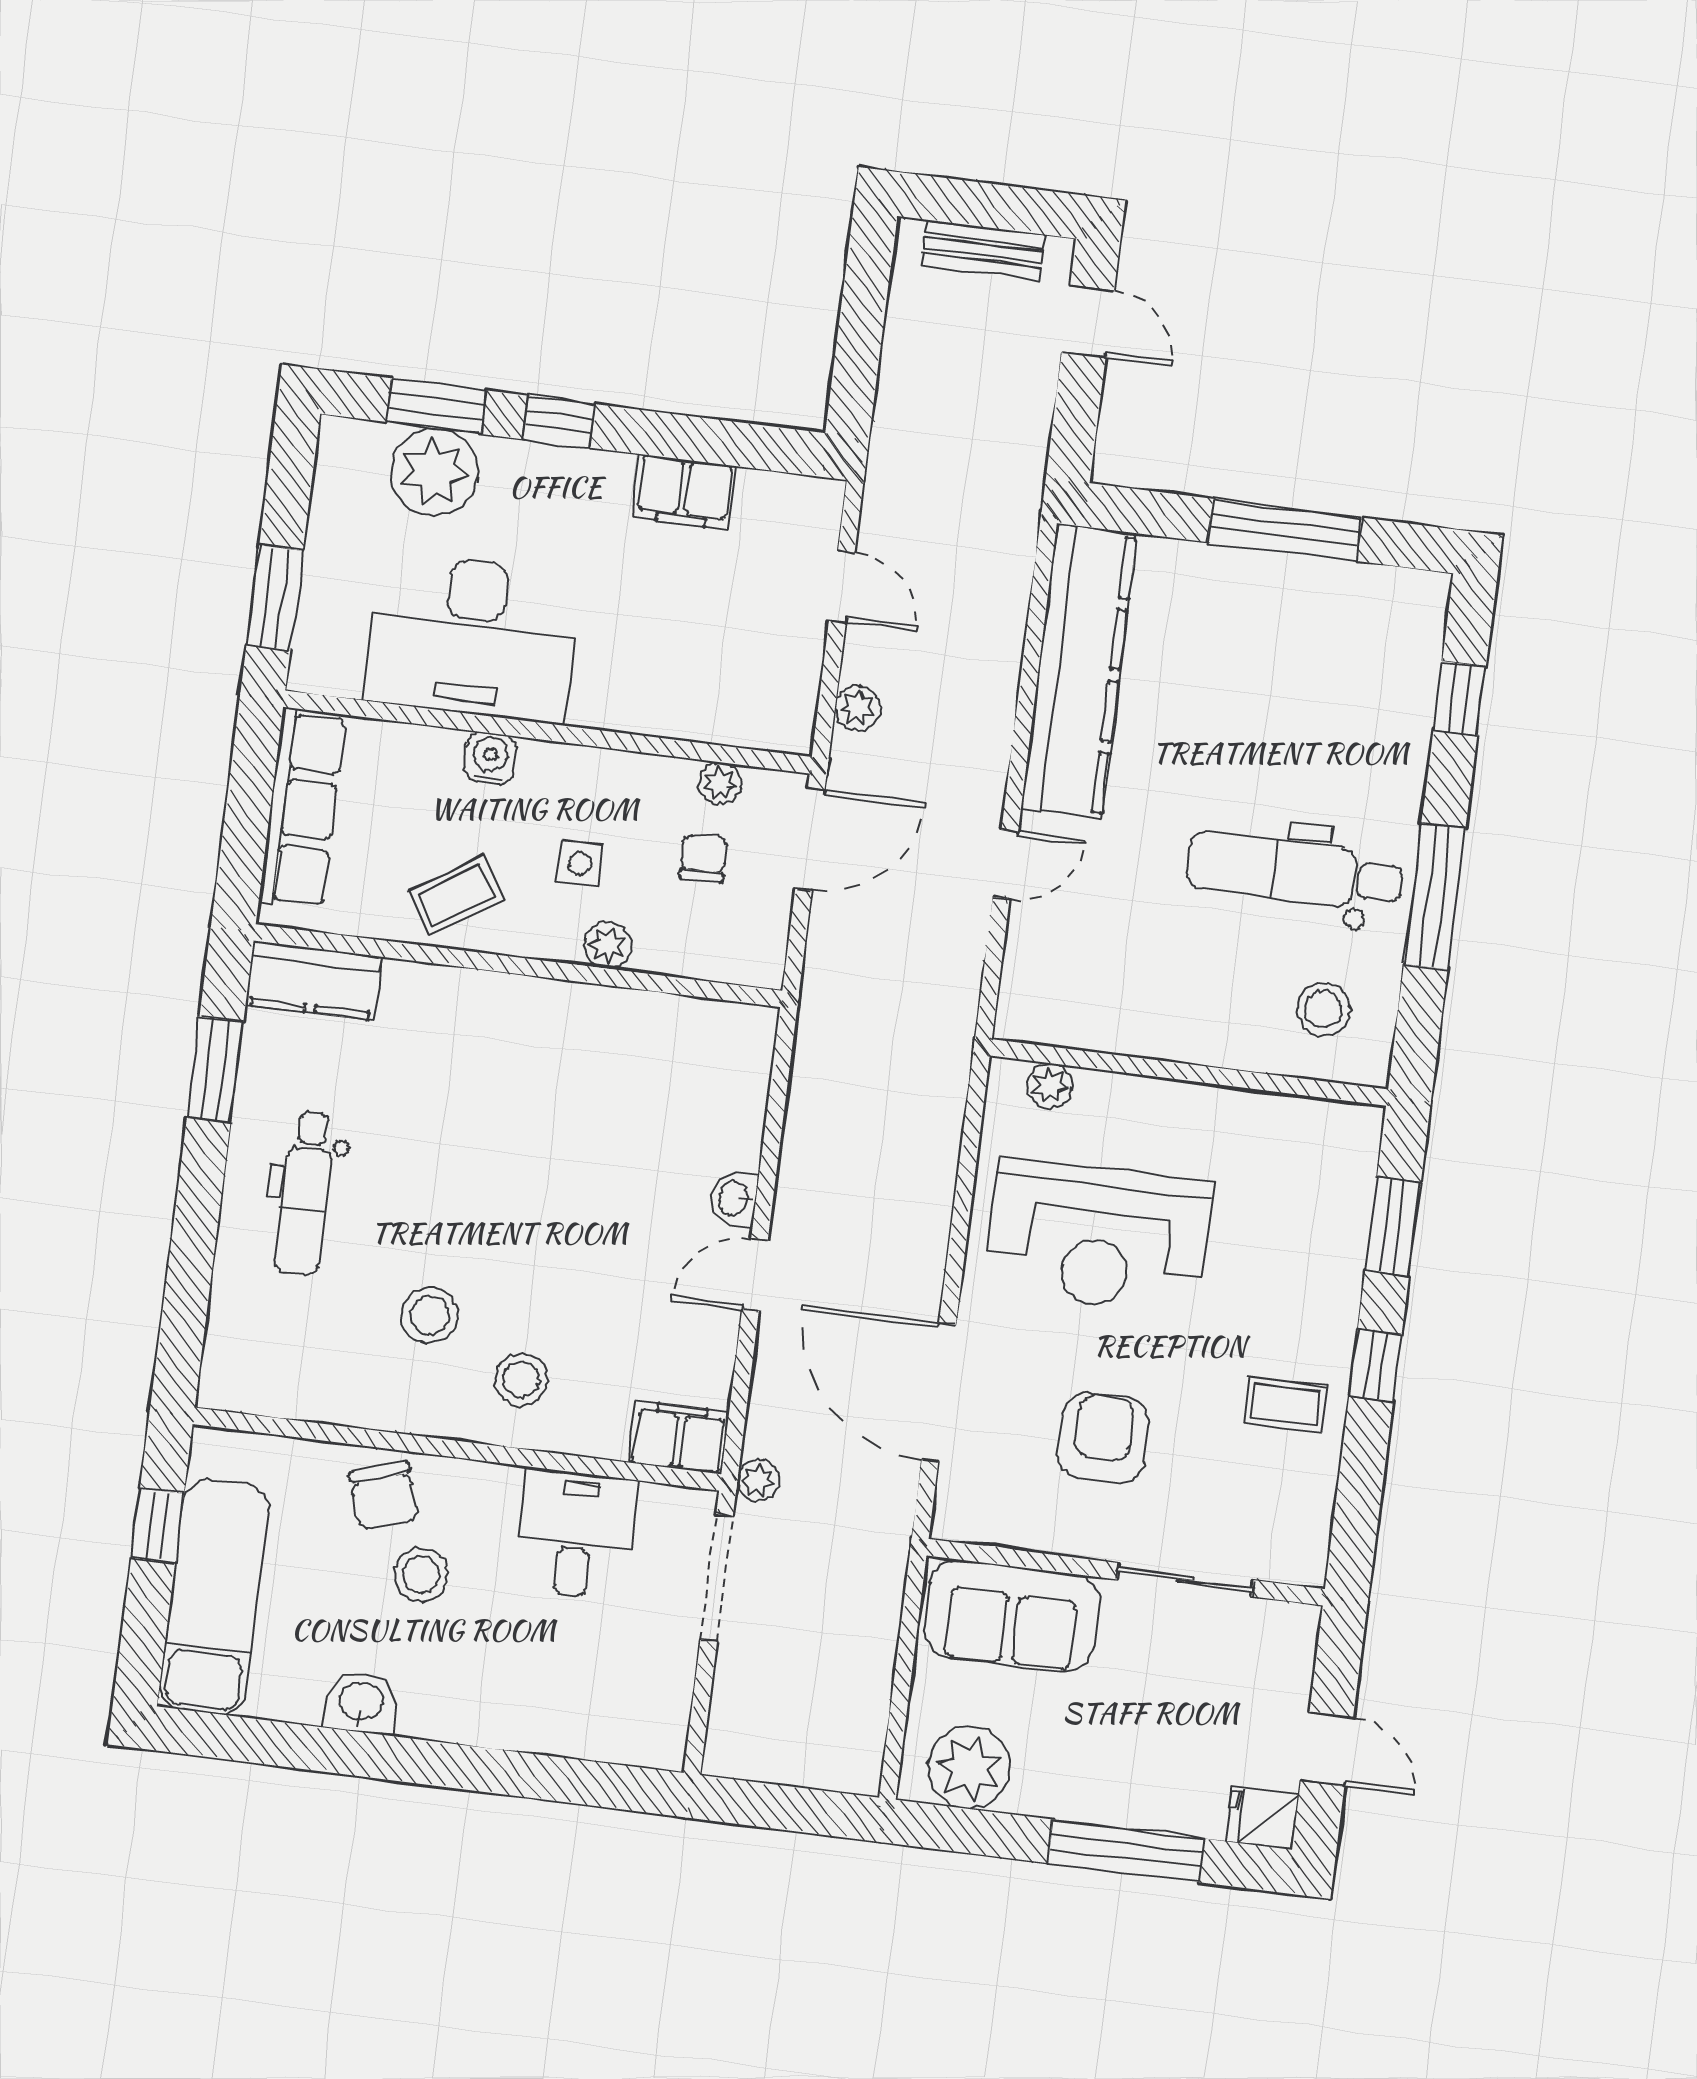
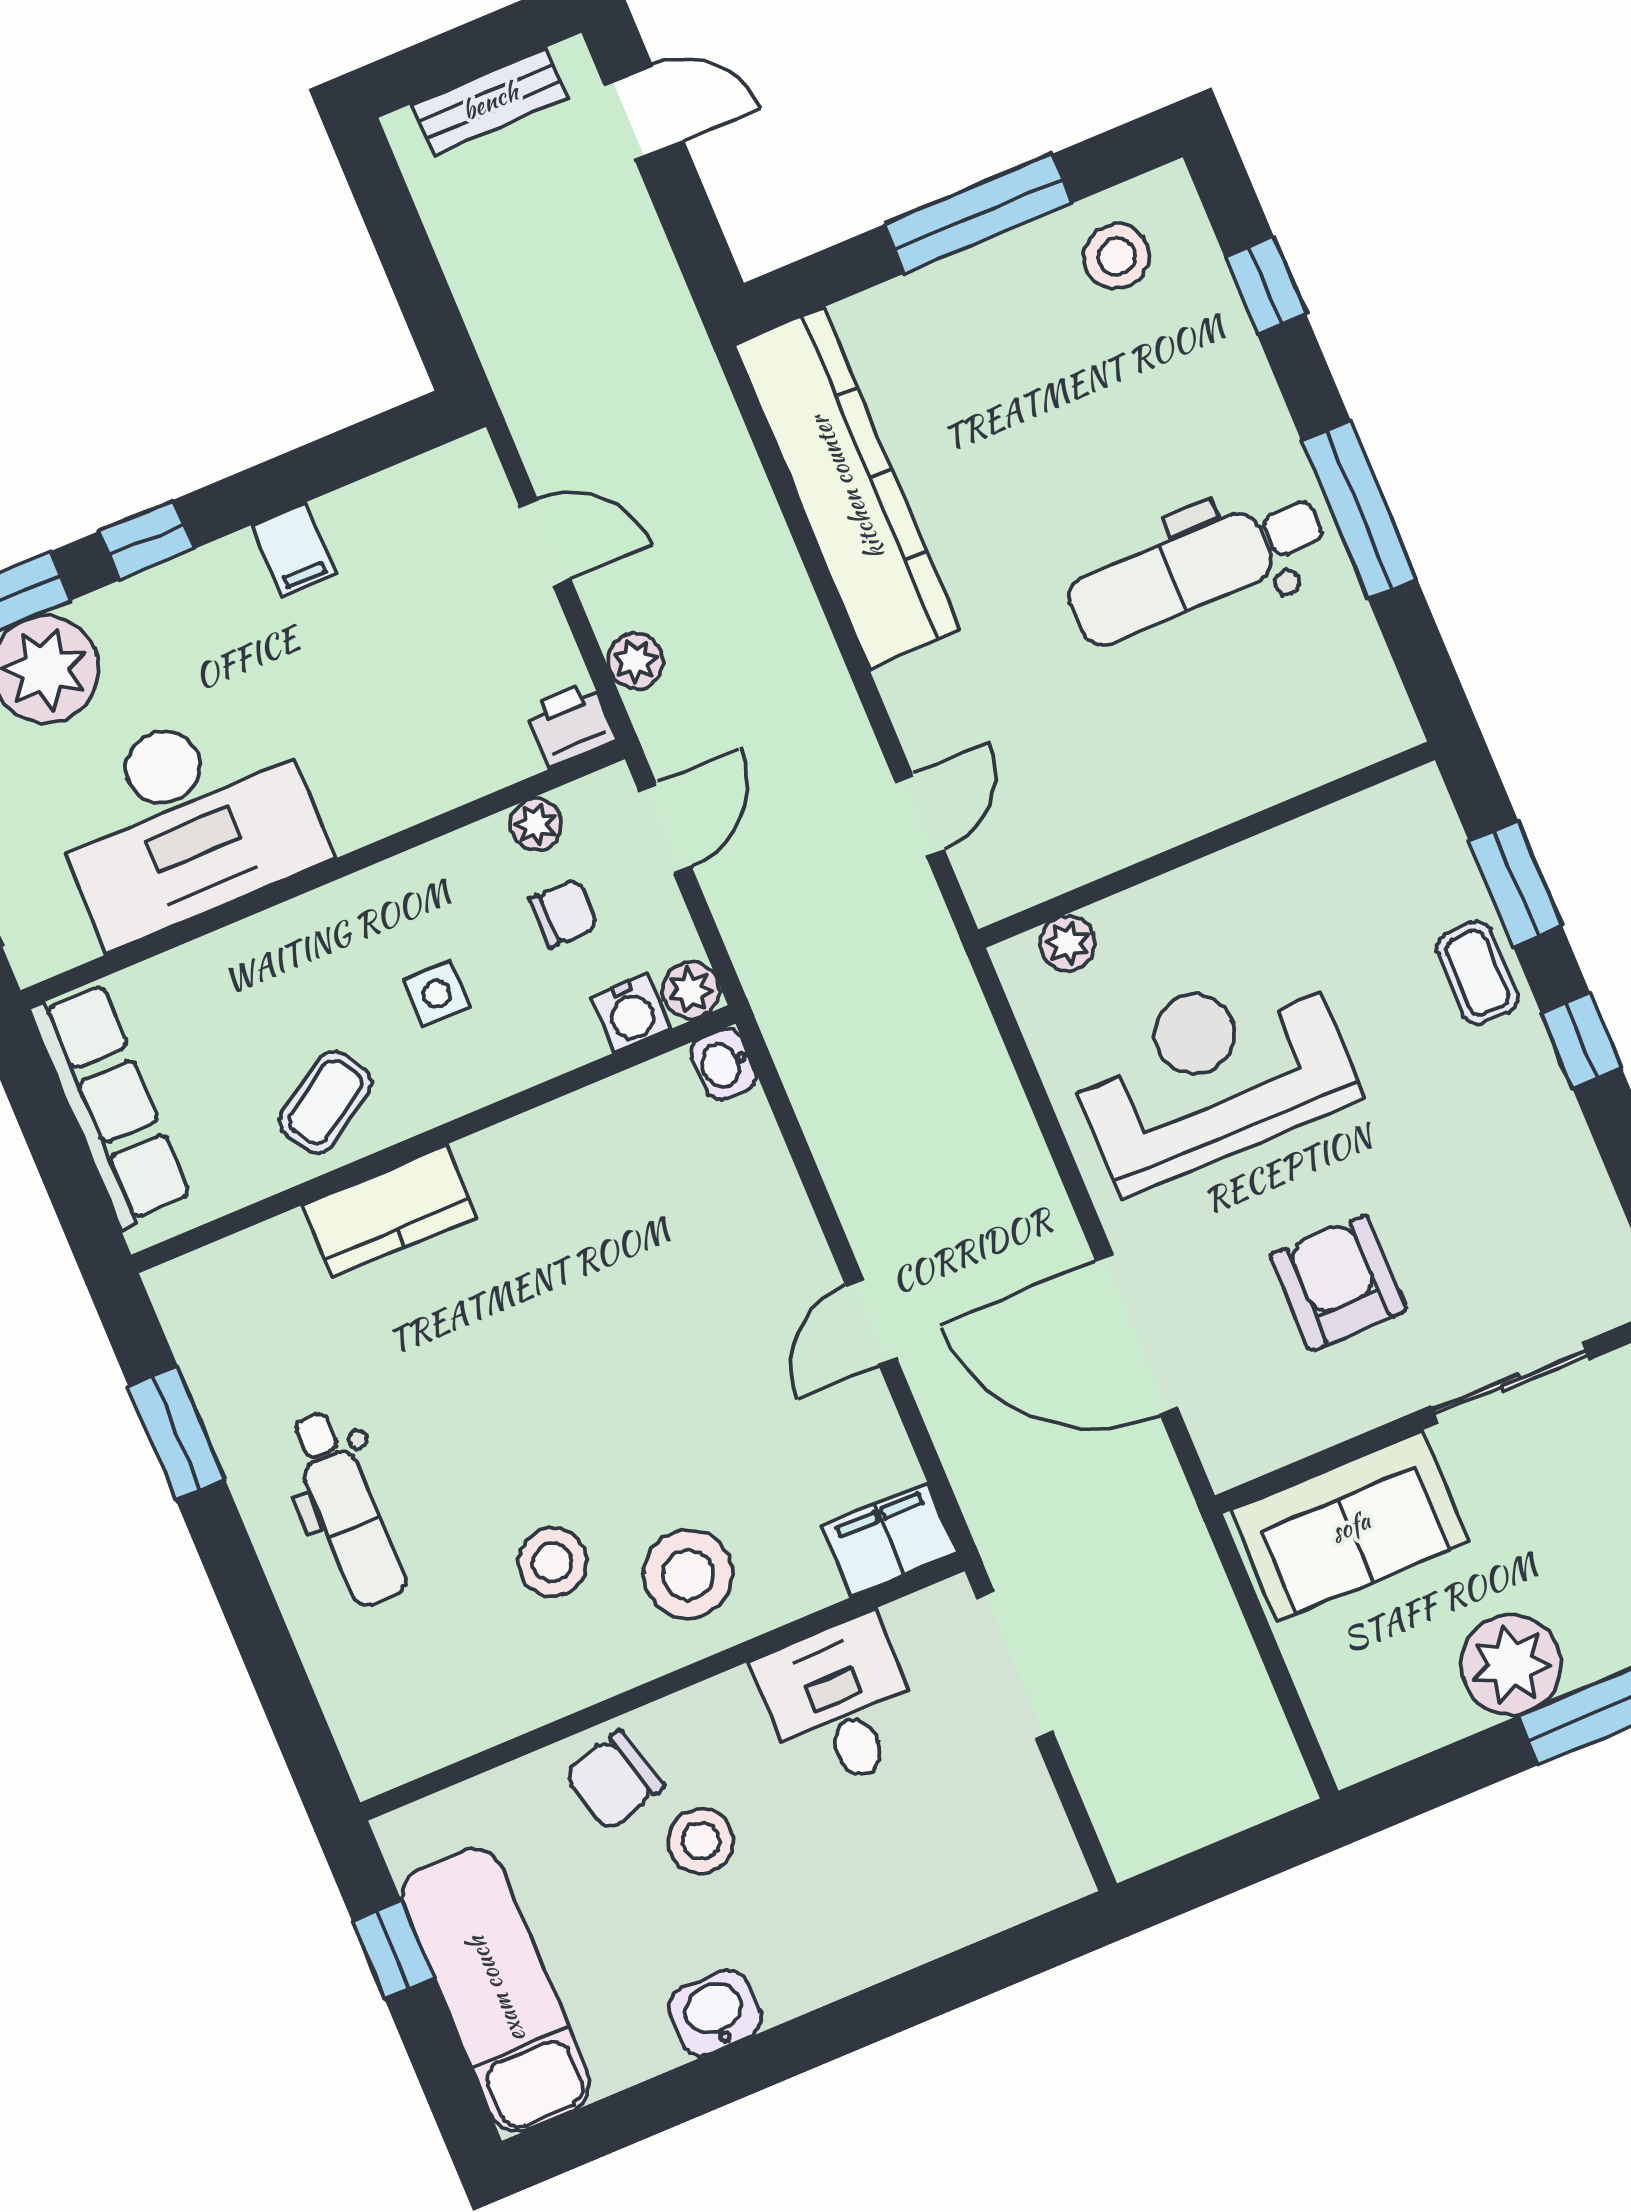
filing cabinet: (684, 492) -> (294, 550), width x0.50
printer: (786, 726) -> (571, 724), added
water cooler: (490, 758) -> (631, 1013), moved, turned 180
door: (810, 839) -> (665, 828), width x0.73
chair: (703, 858) -> (563, 913), turned 91
door: (1005, 864) -> (920, 816), moved
plant: (608, 945) -> (691, 990), moved
kitchen counter: (313, 980) -> (389, 1211), moved
stool: (1323, 1009) -> (1117, 256), moved
washbasin: (734, 1198) -> (724, 1064), moved
reception desk: (1099, 1237) -> (1211, 1074), turned 180
stool: (521, 1380) -> (688, 1575), width x1.38, depth x1.38
coffee table: (1285, 1405) -> (1477, 973), moved, turned 90
plant: (758, 1480) -> (999, 1537), removed
chair: (384, 1496) -> (614, 1781), turned 92
plant: (969, 1768) -> (1511, 1665), moved

